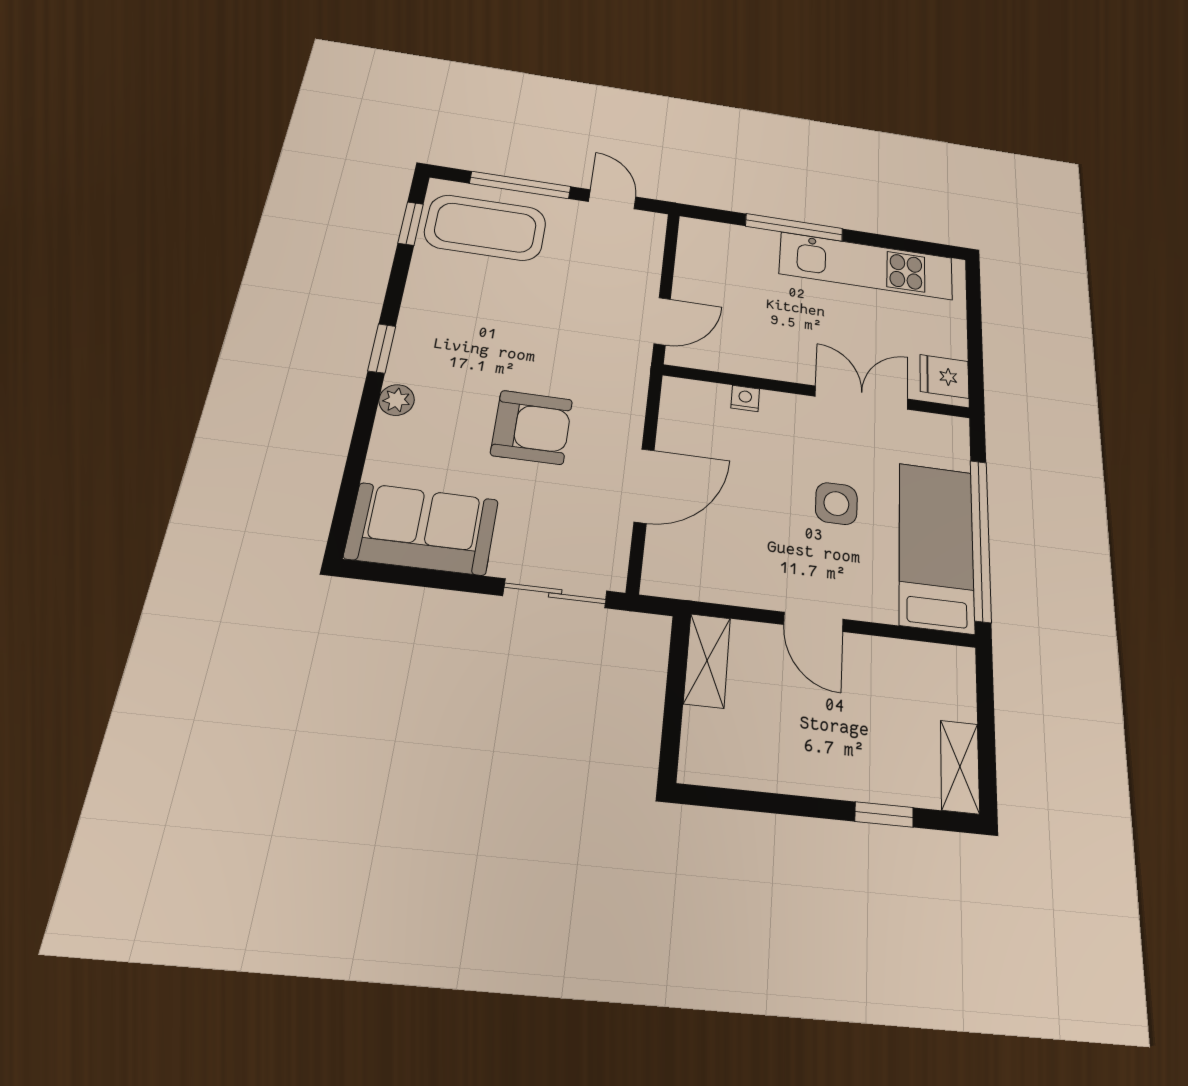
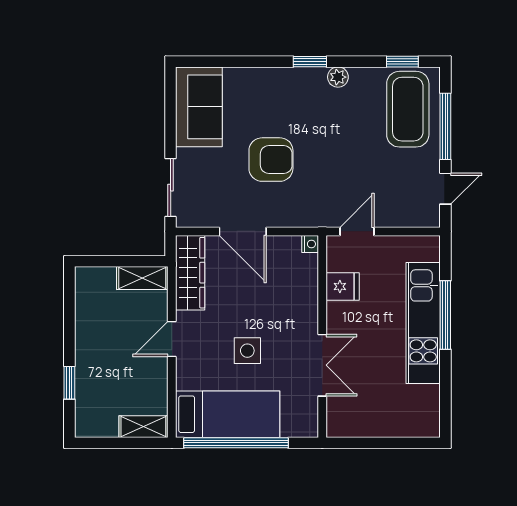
kitchen unit: (867, 266) -> (423, 323), moved
door: (662, 321) -> (357, 231), swing flipped
fridge: (944, 376) -> (343, 286), moved, turned 90
nightstand: (745, 398) -> (310, 244), moved
plant: (397, 400) -> (338, 77), moved
armchair: (532, 427) -> (271, 160), turned -90
wardrobe: (705, 578) -> (190, 273), added
shelving: (960, 767) -> (143, 427), moved

